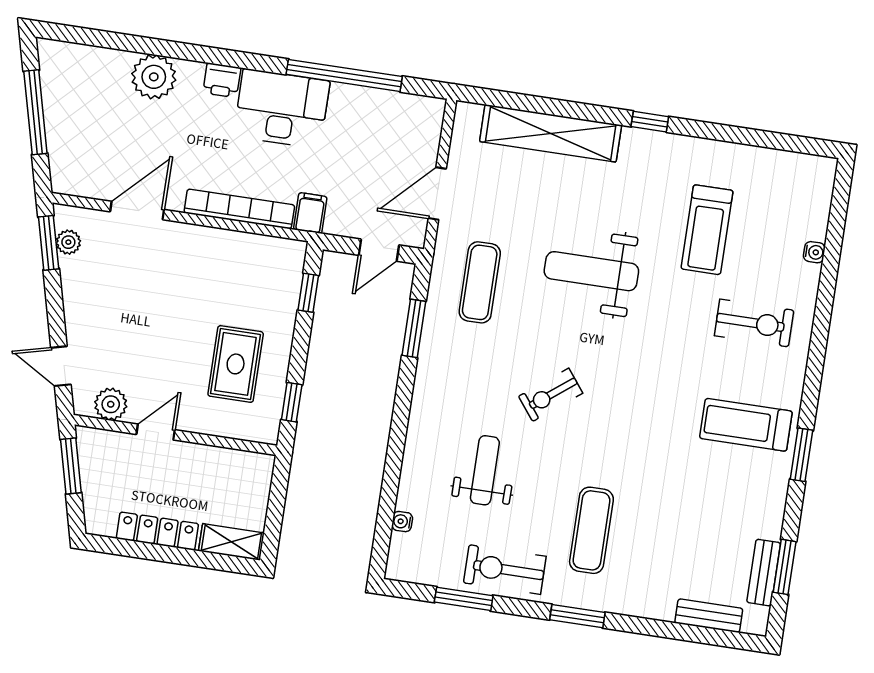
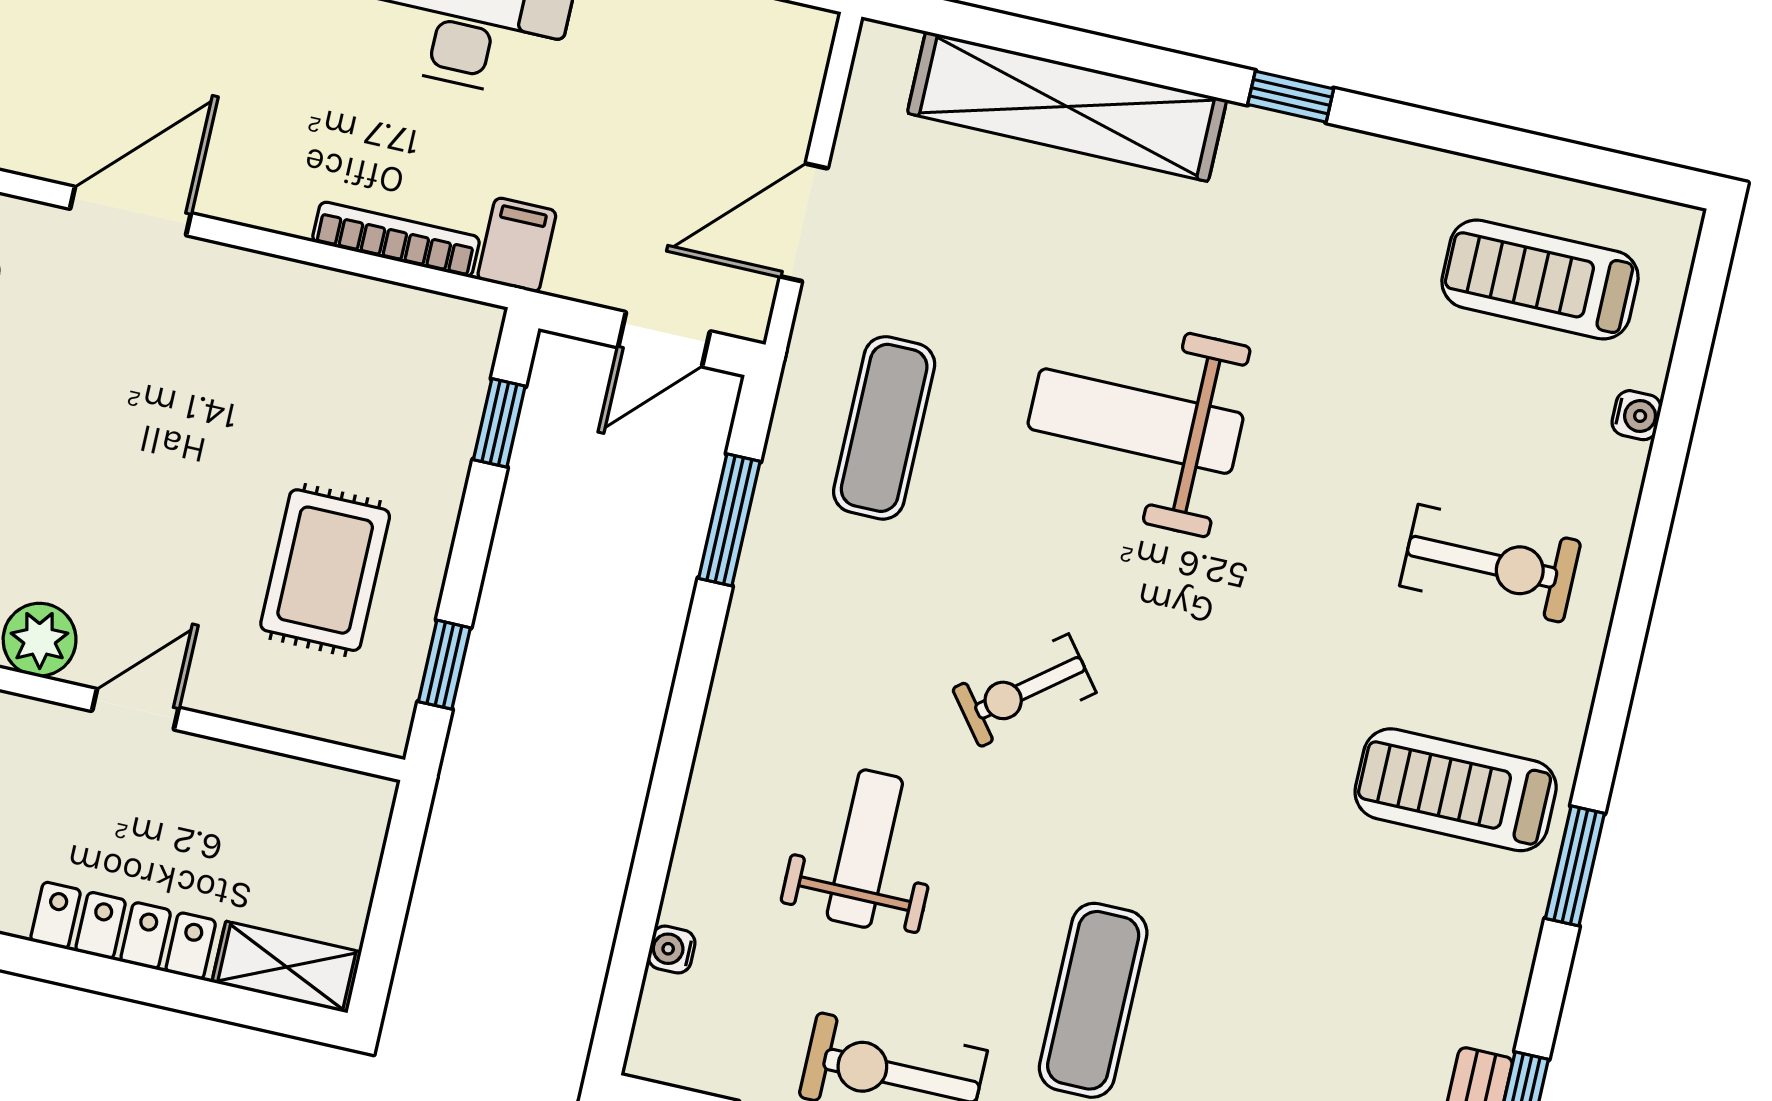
bookcase: (239, 209) -> (396, 239), width x0.68, depth x0.76
treadmill: (707, 230) -> (1540, 280), moved, turned 90

